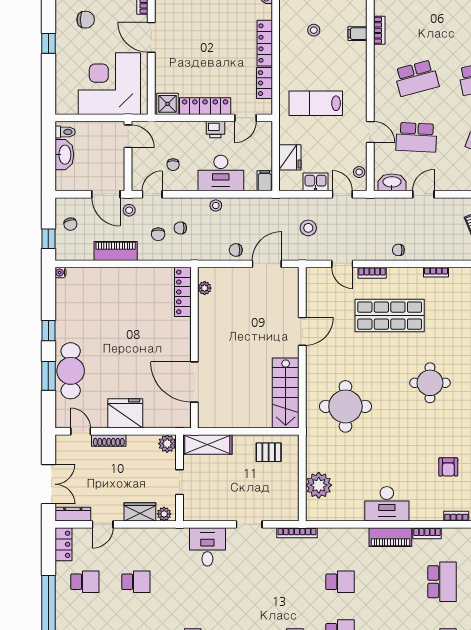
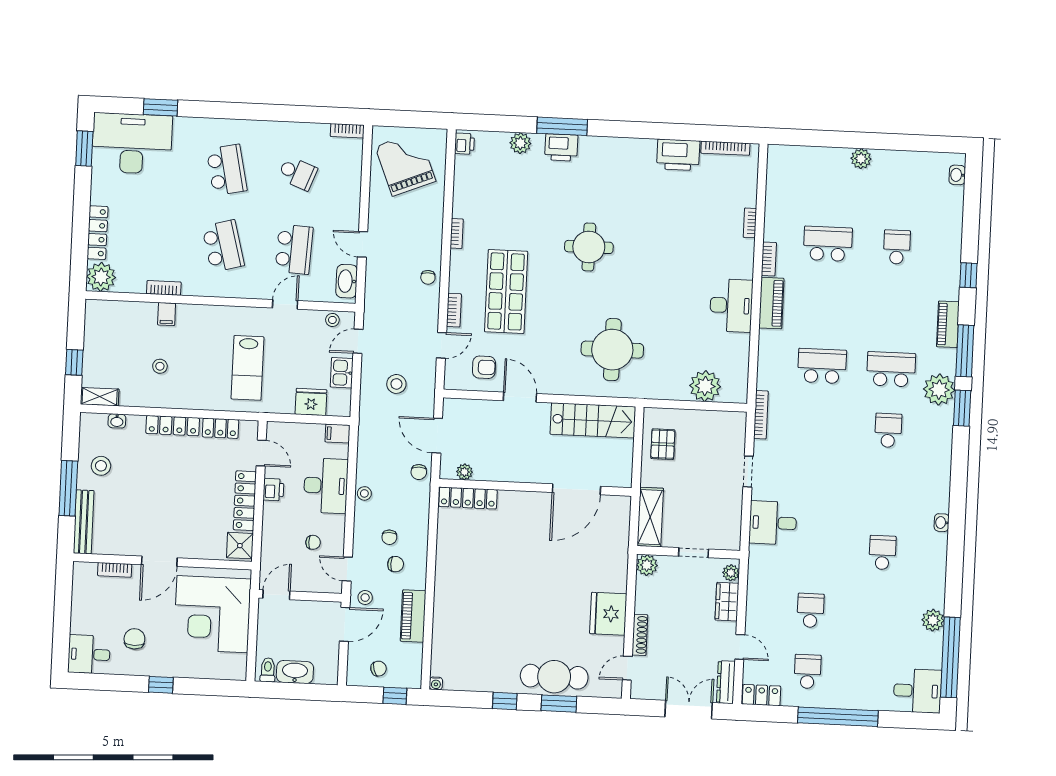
plant: (205, 288) -> (464, 472), moved
locker: (183, 292) -> (468, 498), moved
wall: (194, 348) -> (535, 487), moved
door: (194, 382) -> (576, 489), moved
armchair: (448, 467) -> (484, 367), moved
school desk: (340, 582) -> (822, 366), width x1.85

